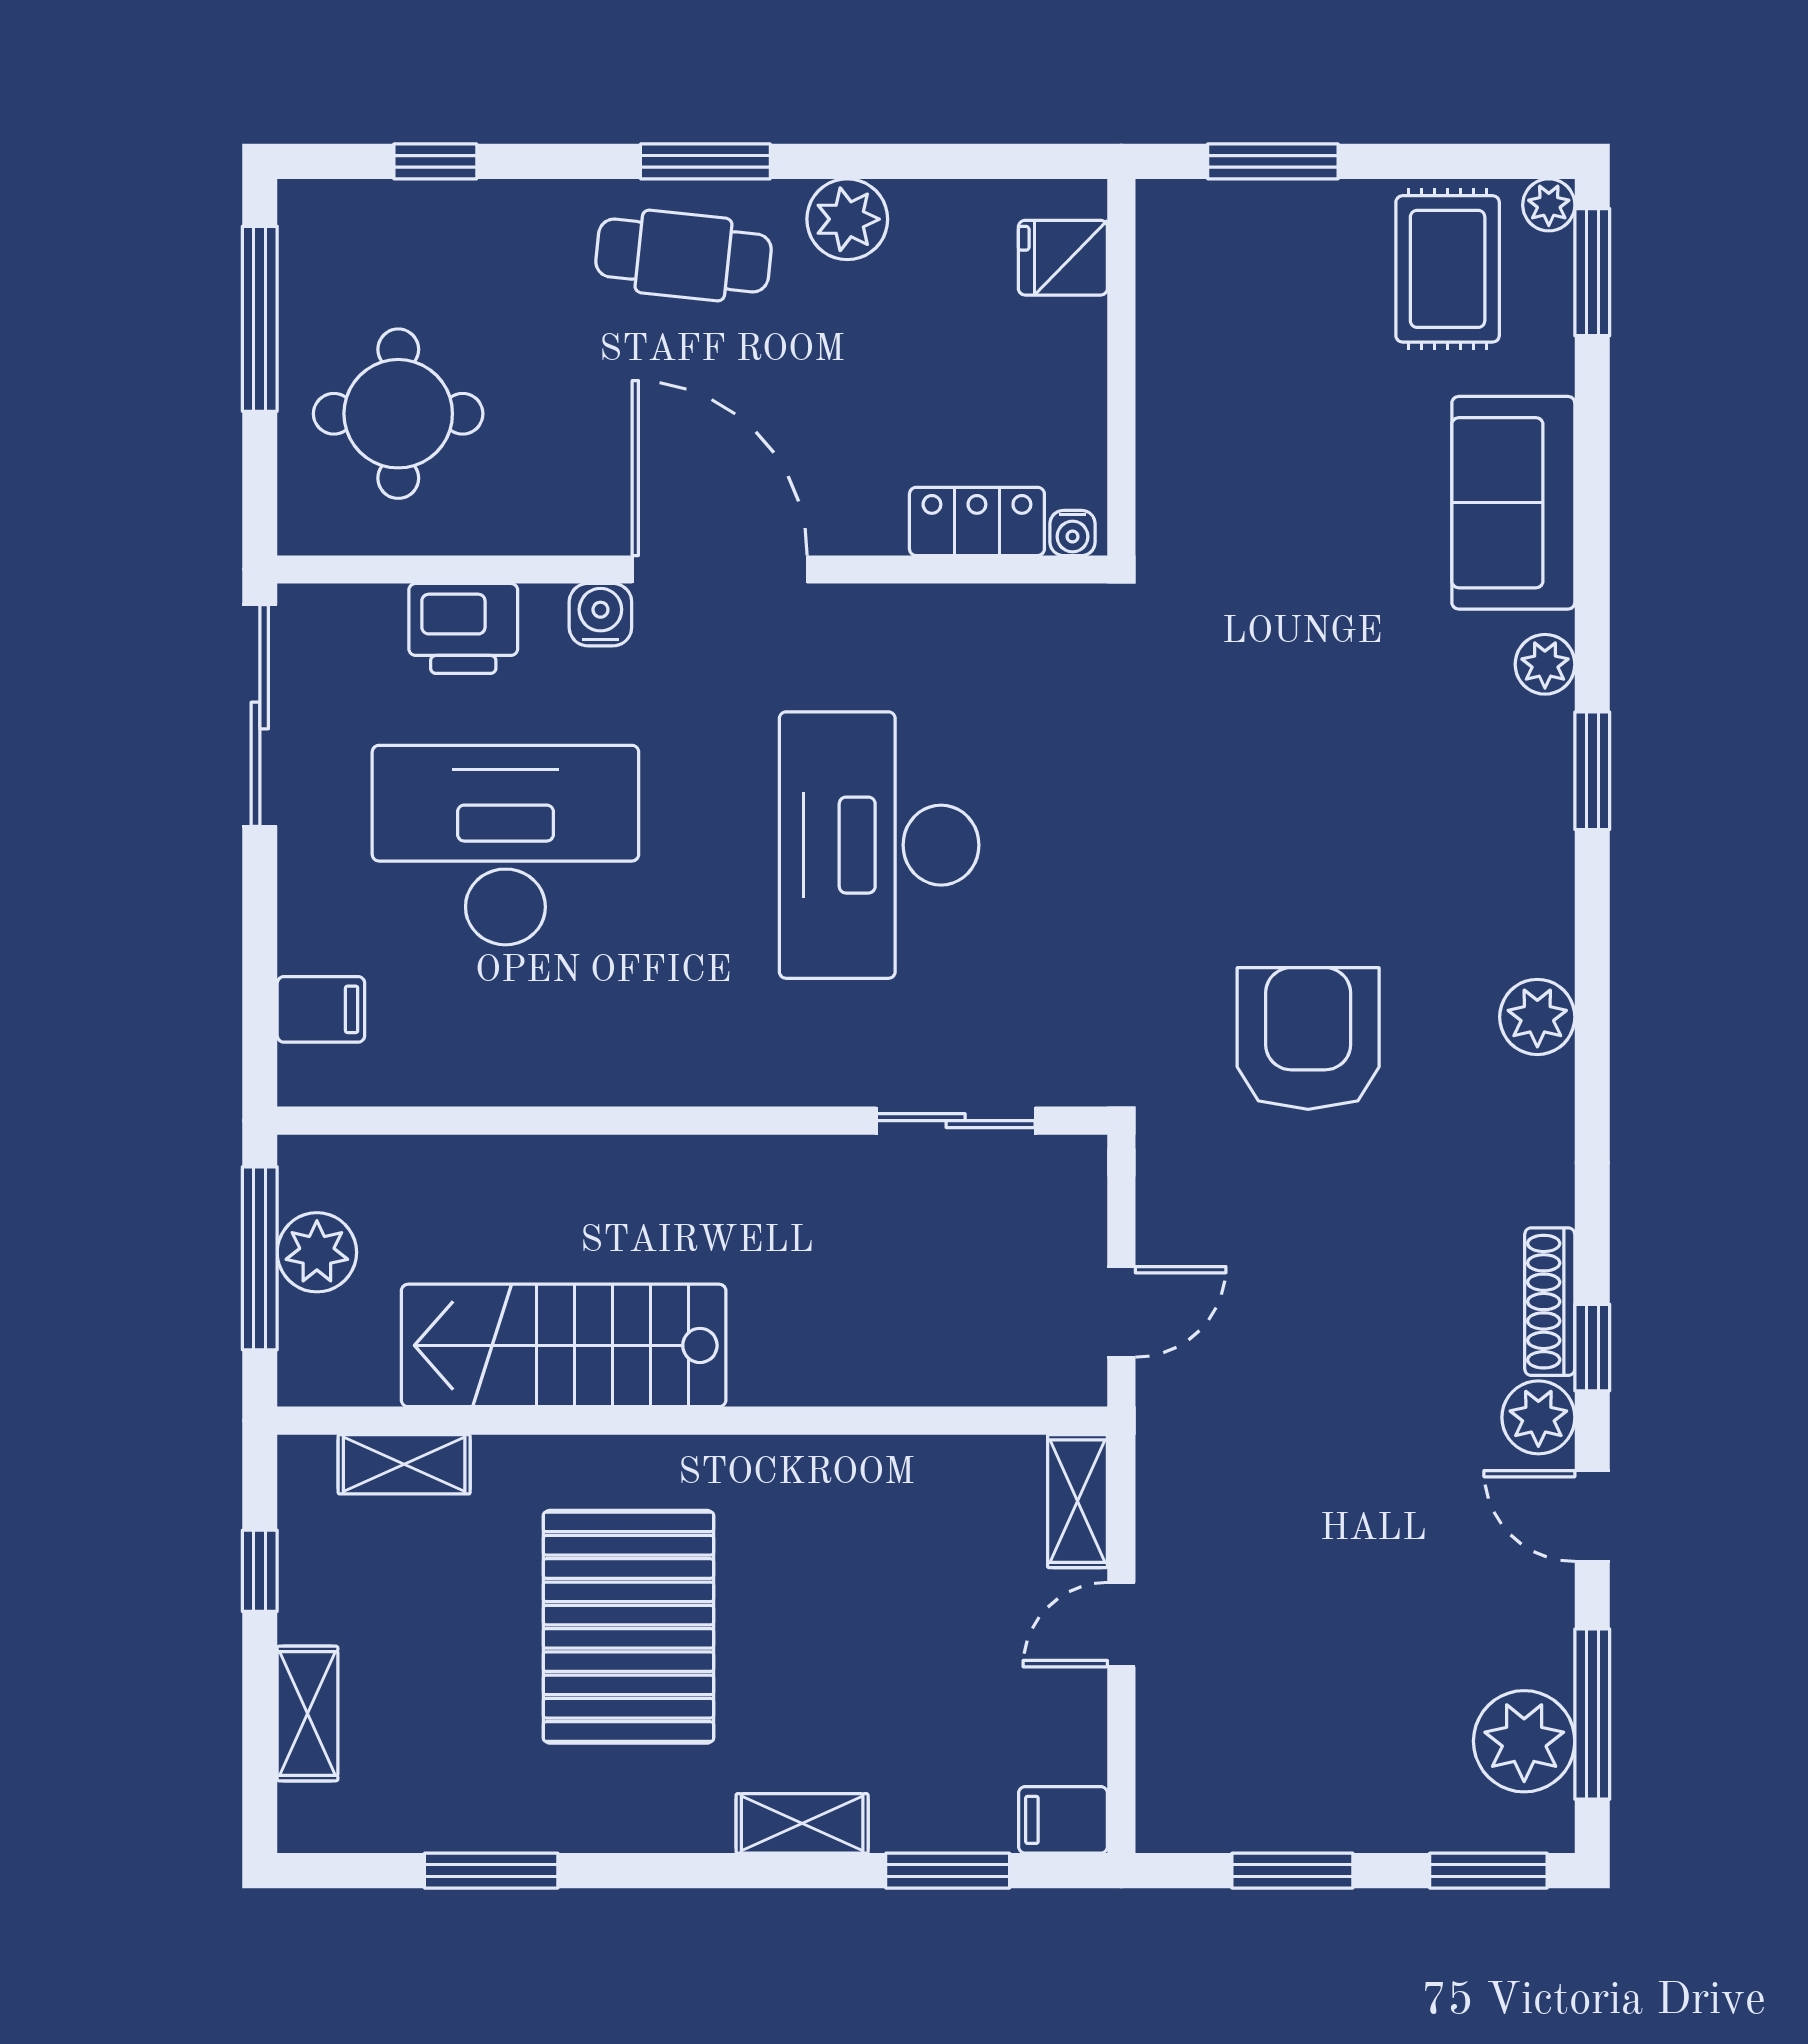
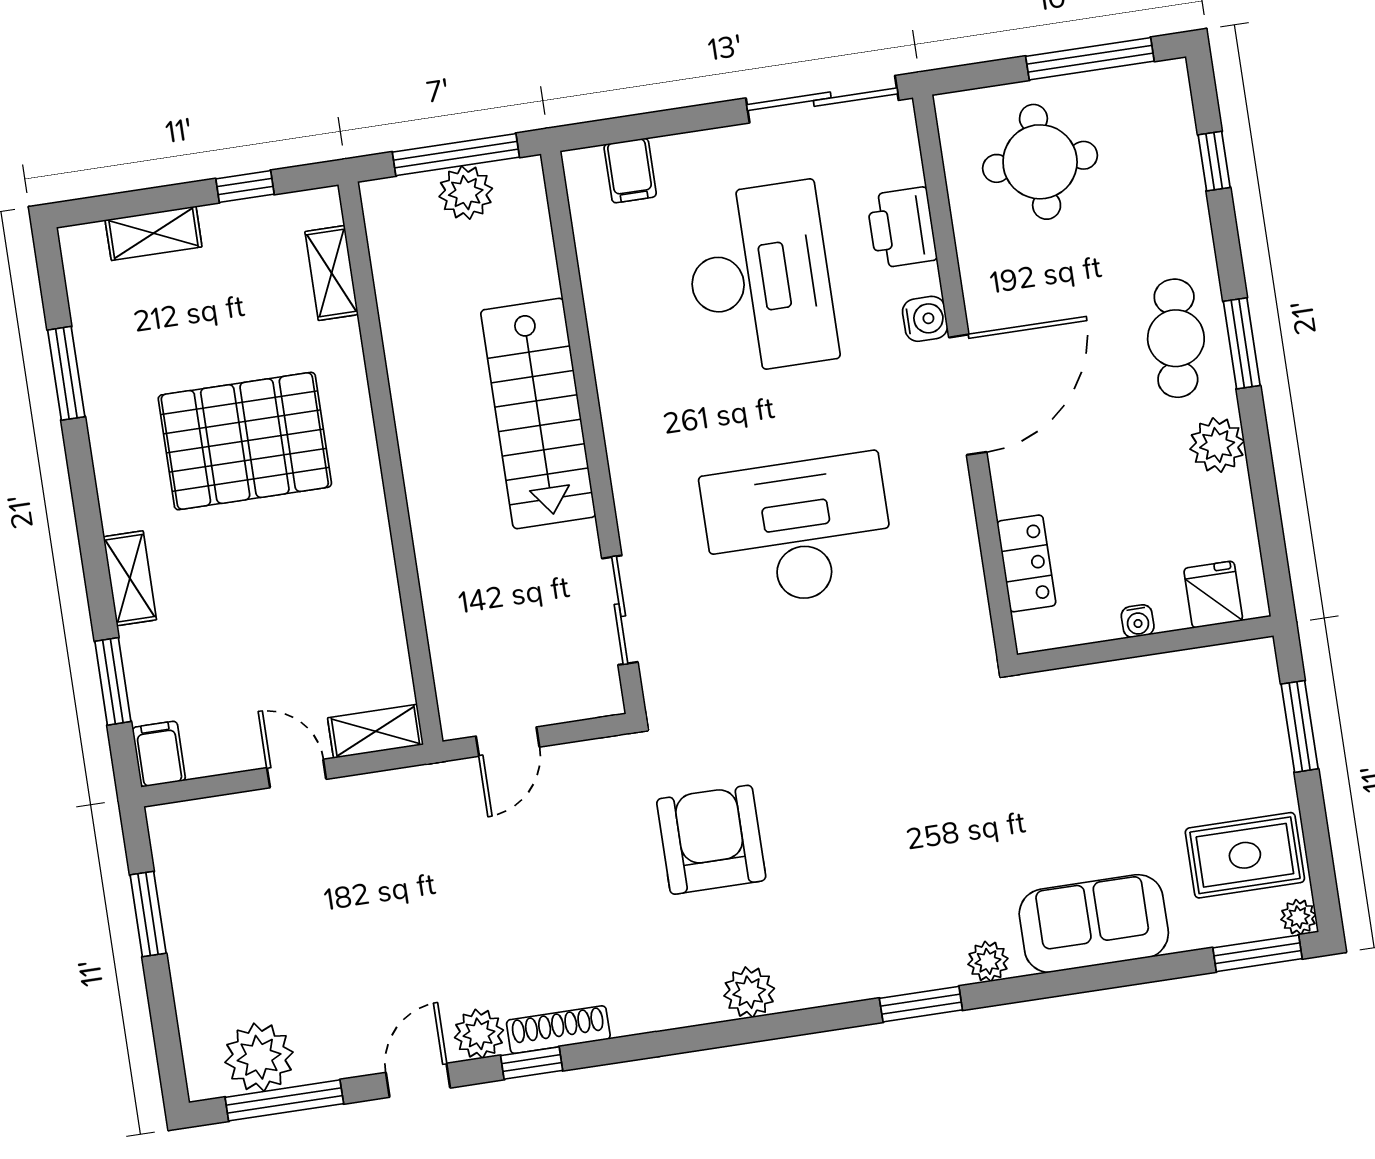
water cooler: (1073, 533) -> (1138, 621), moved, turned -90
armchair: (1308, 1039) -> (711, 840), turned -90
door: (1121, 1312) -> (508, 742), hinge flipped
stairs: (564, 1345) -> (538, 413), moved, turned 180
window: (1488, 1871) -> (168, 1046), removed

